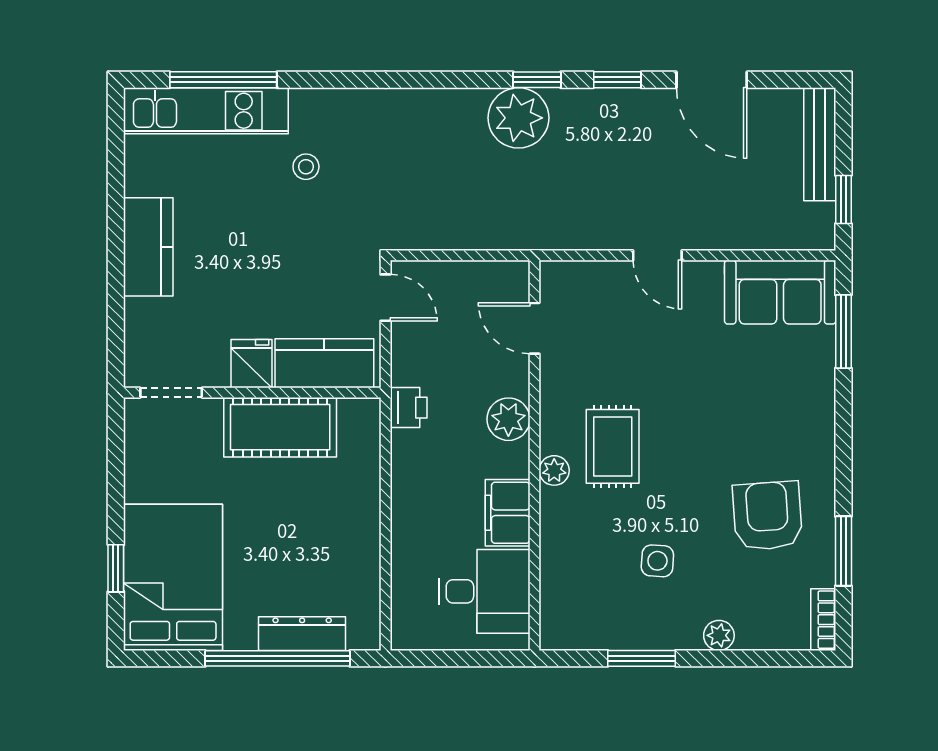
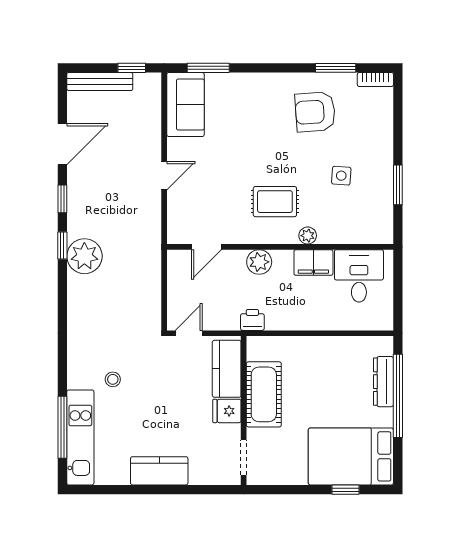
plant: (554, 470) -> (308, 236), moved
plant: (719, 635) -> (384, 140), removed

